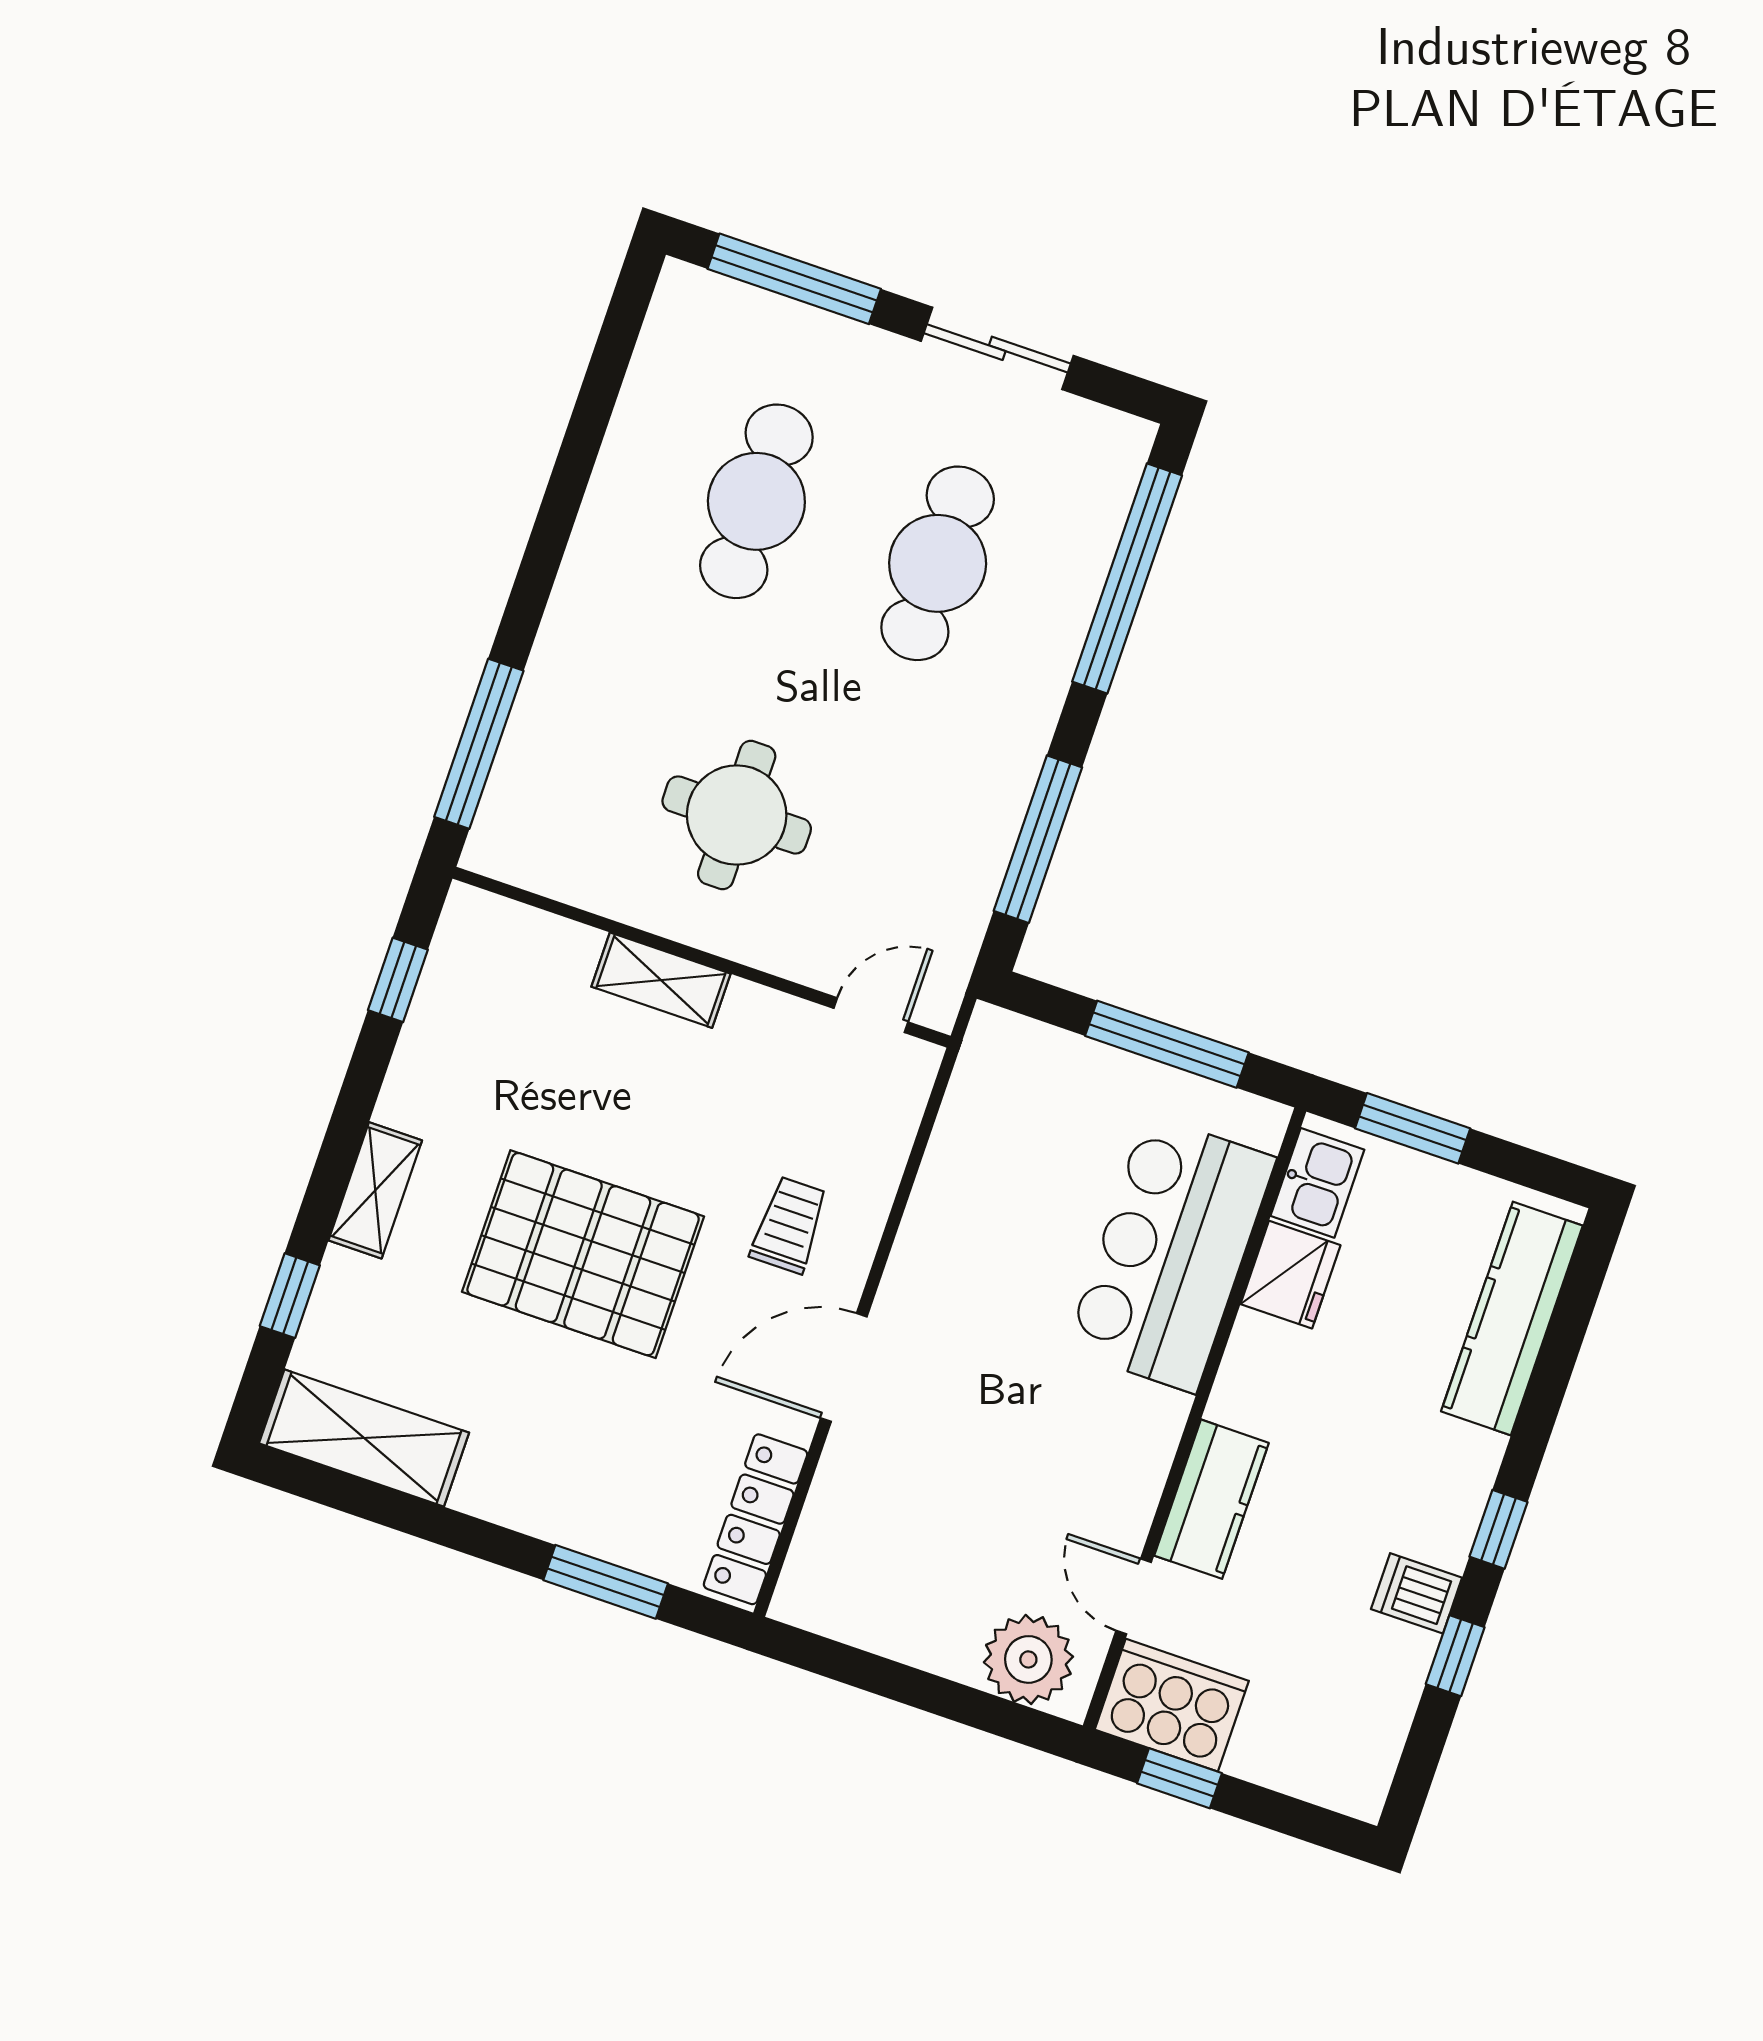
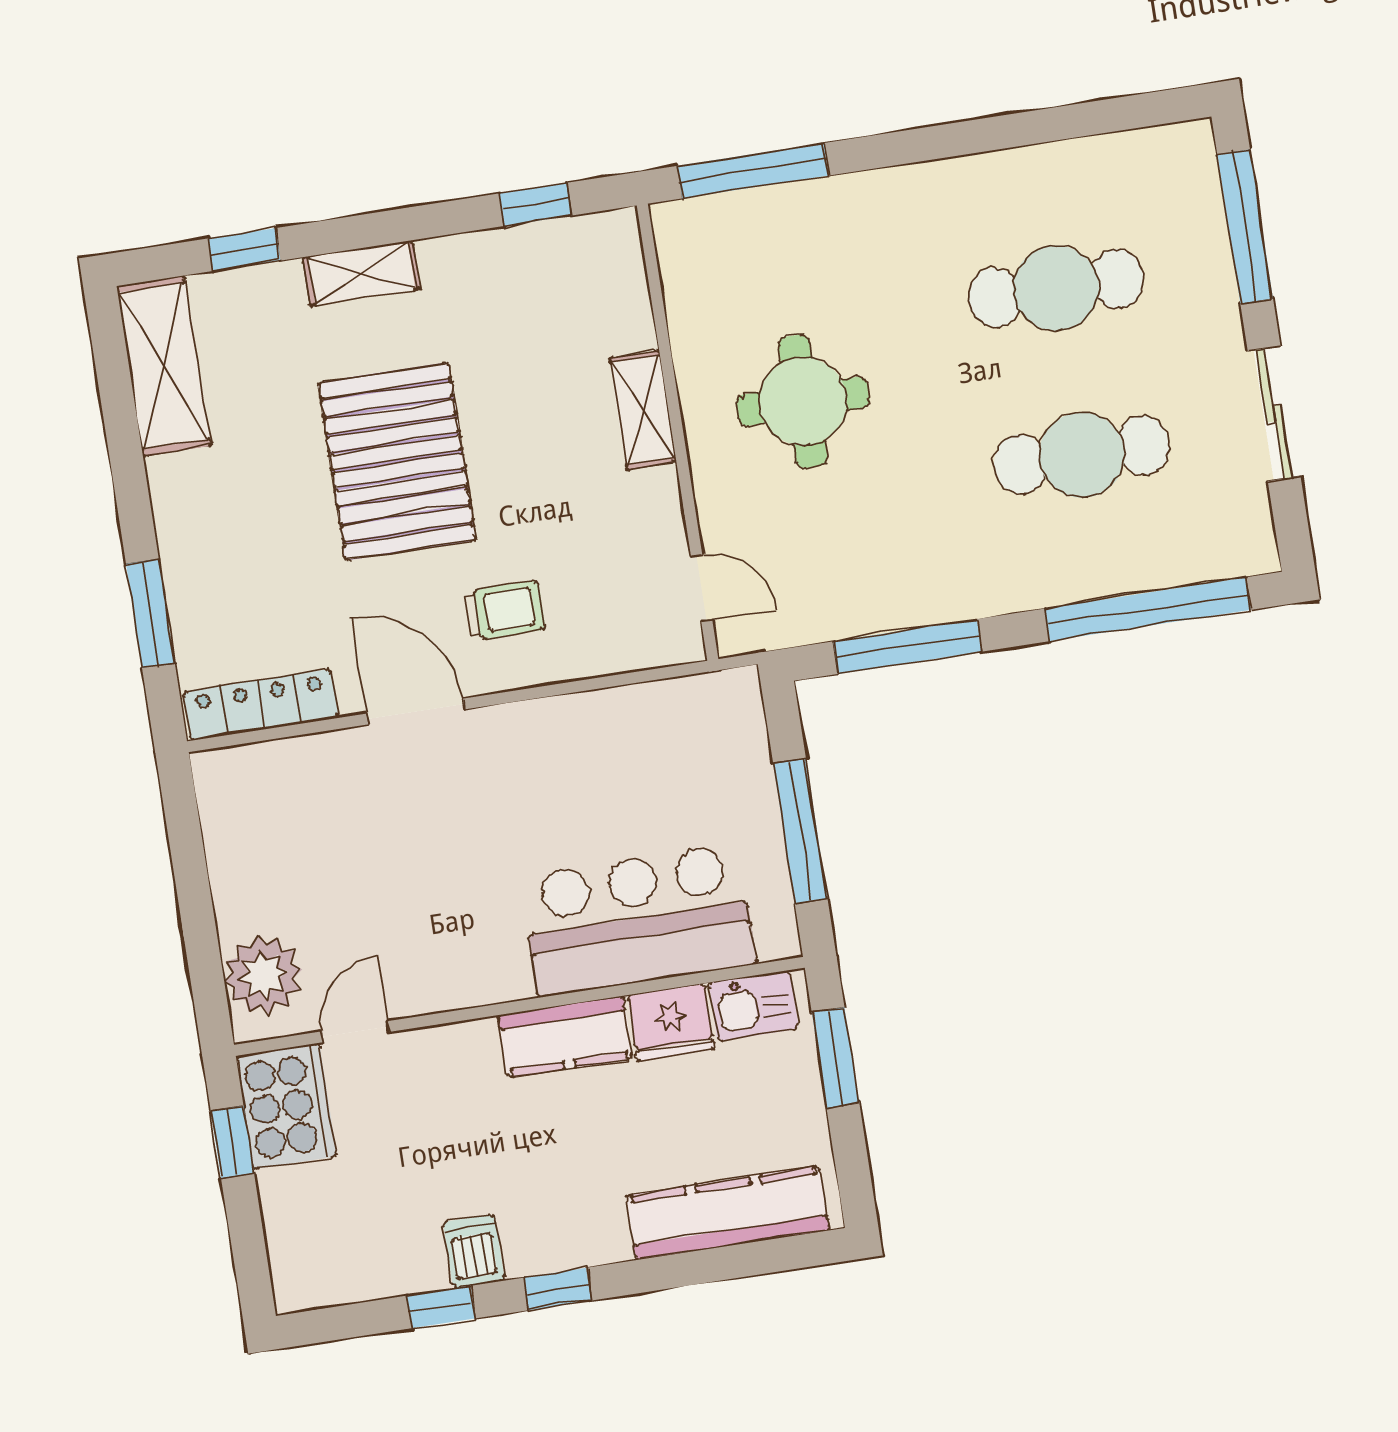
kitchen counter: (1211, 1499) -> (565, 1037), moved

